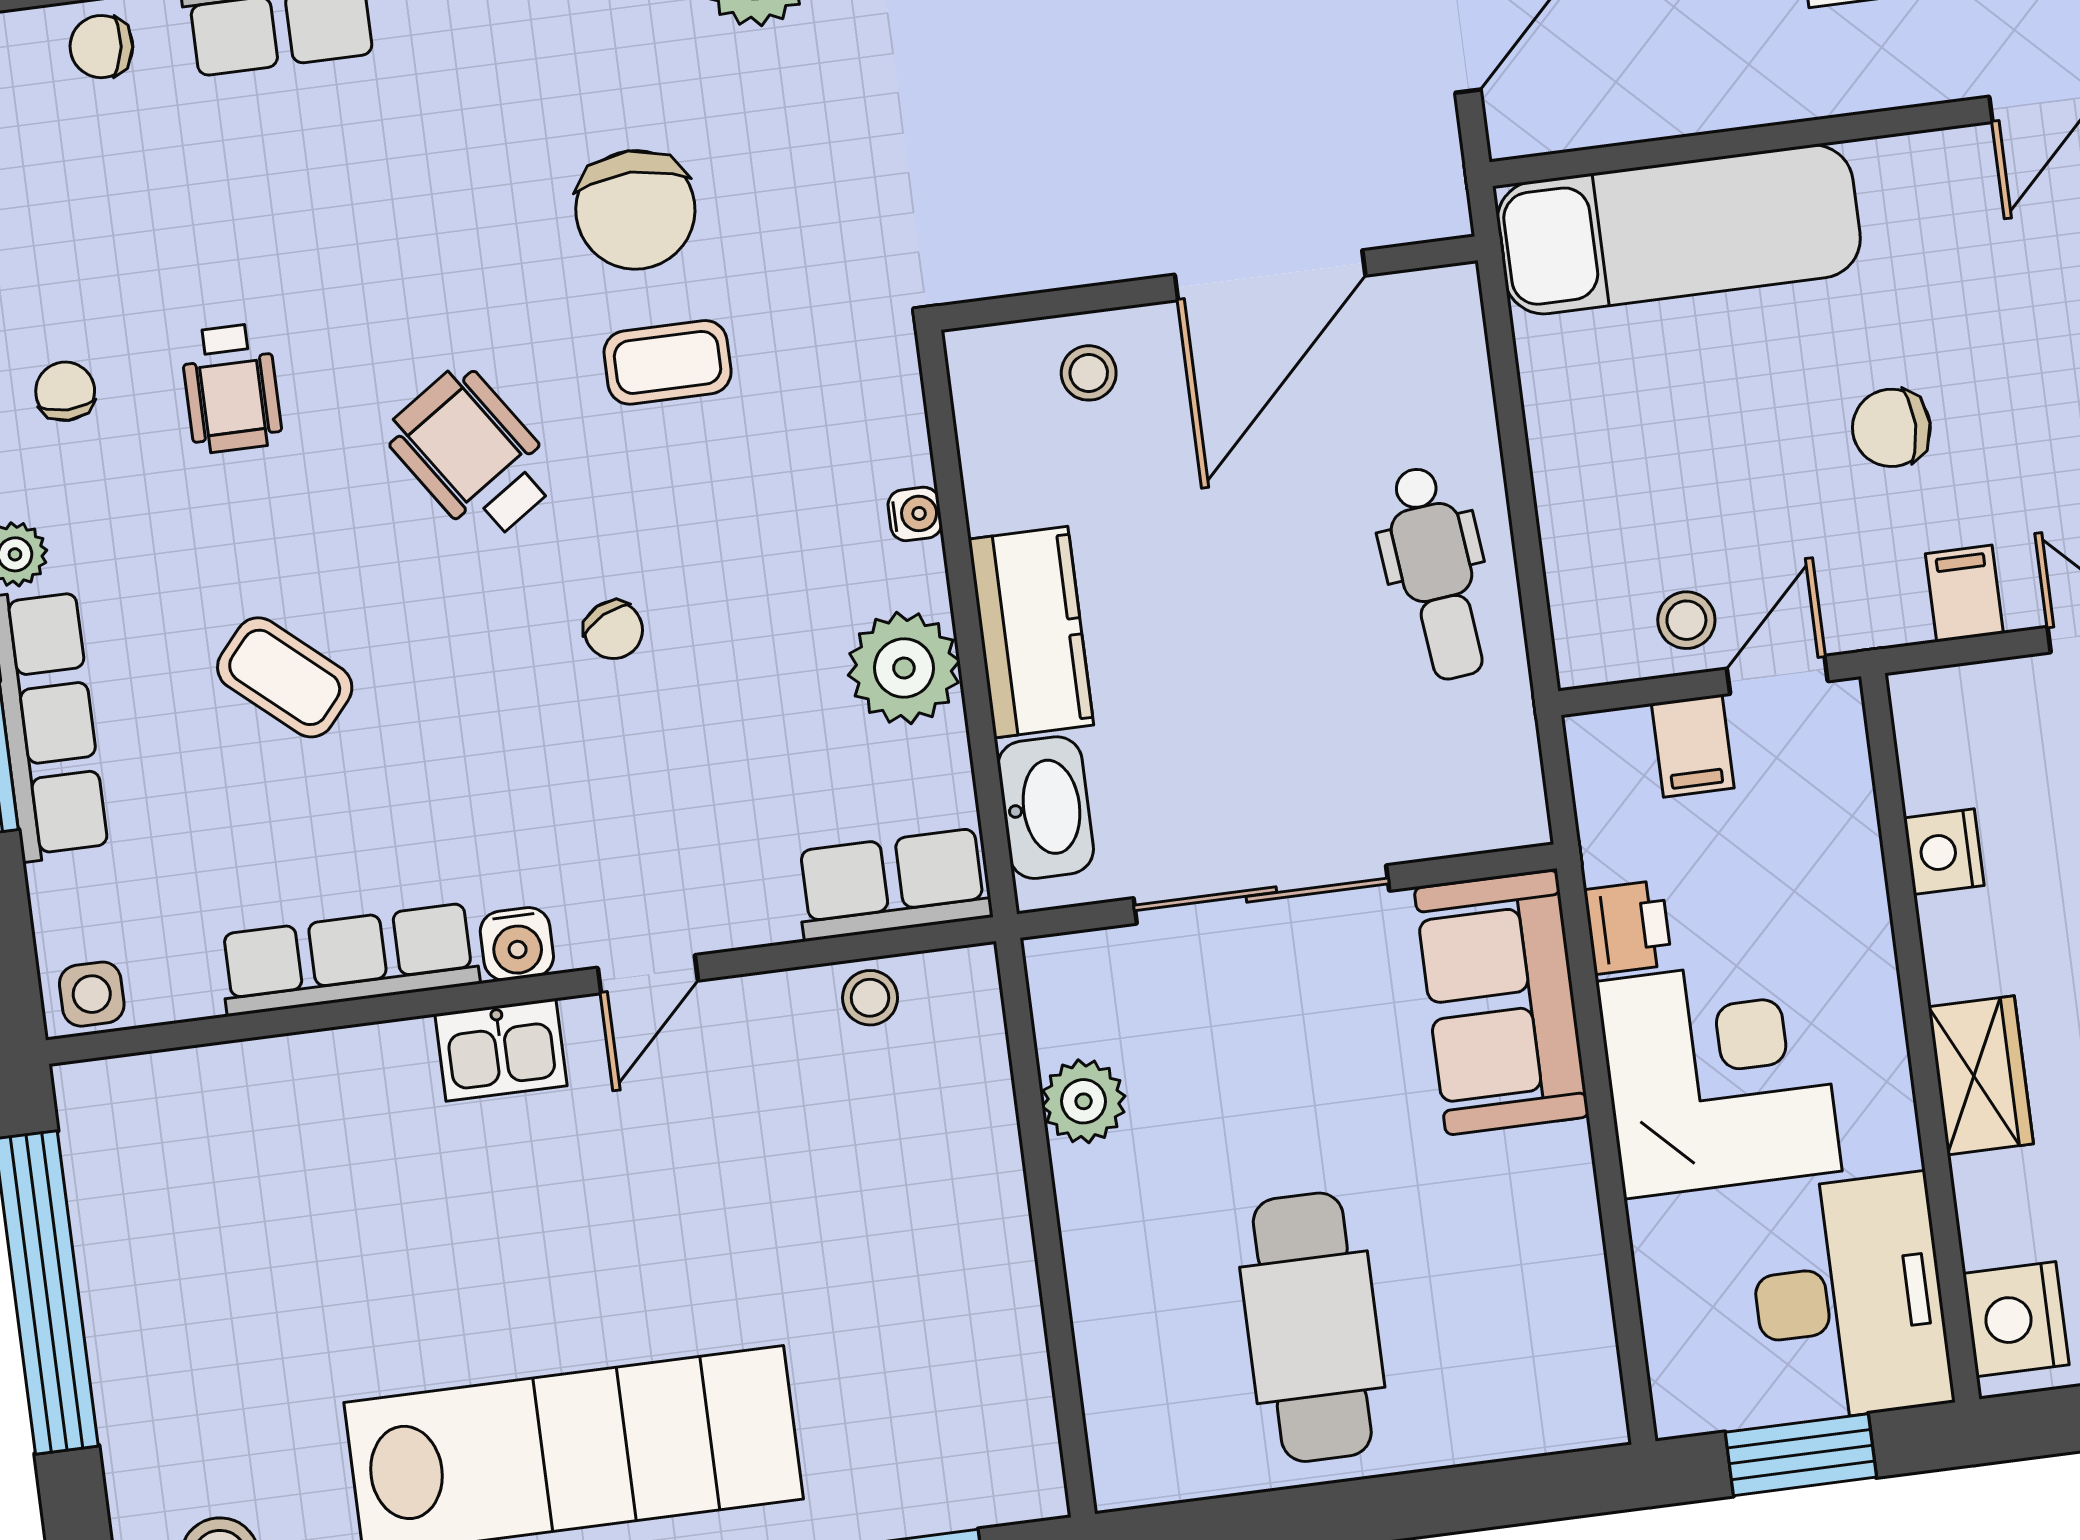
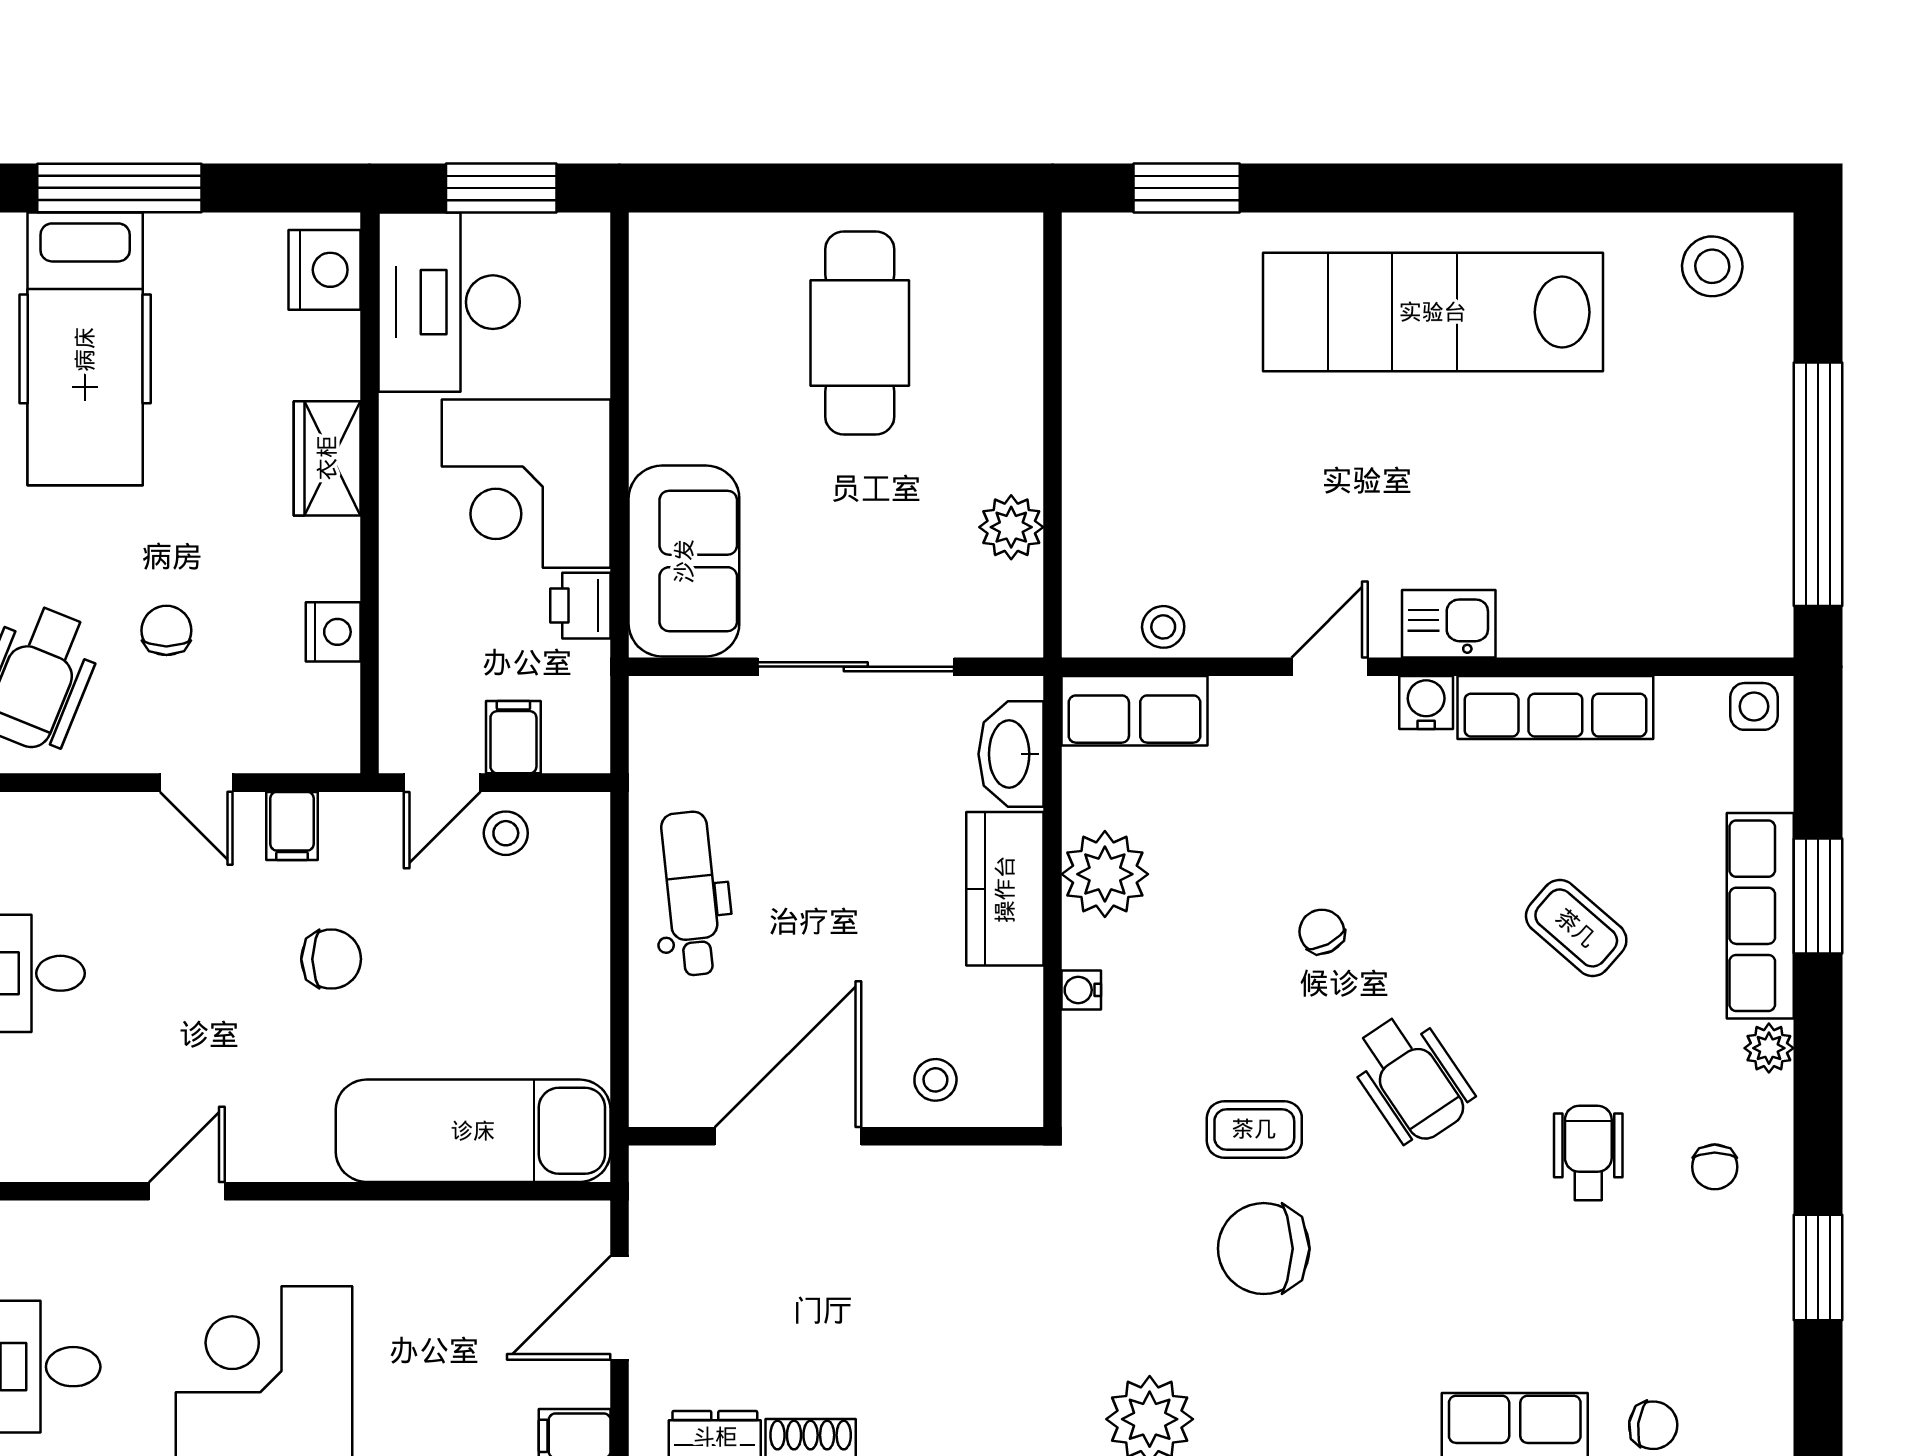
chair: (635, 210) -> (1264, 1249), turned -90

